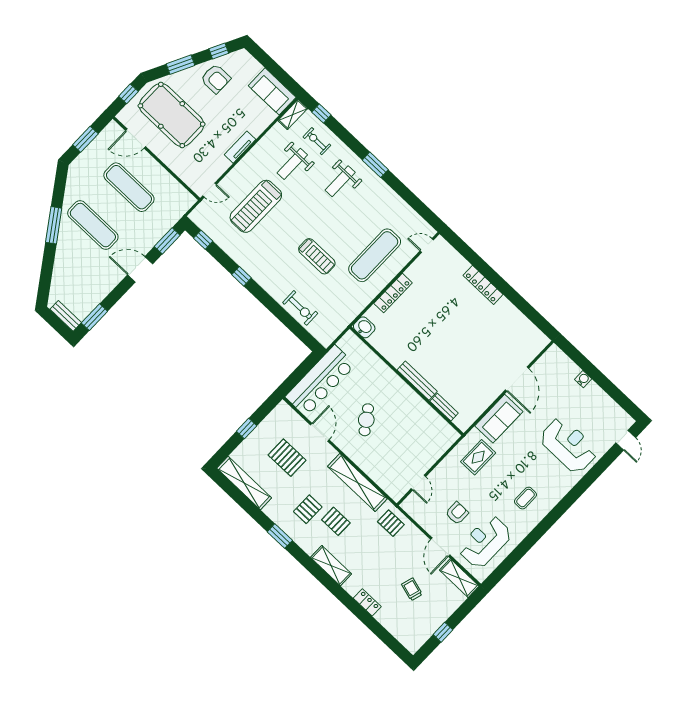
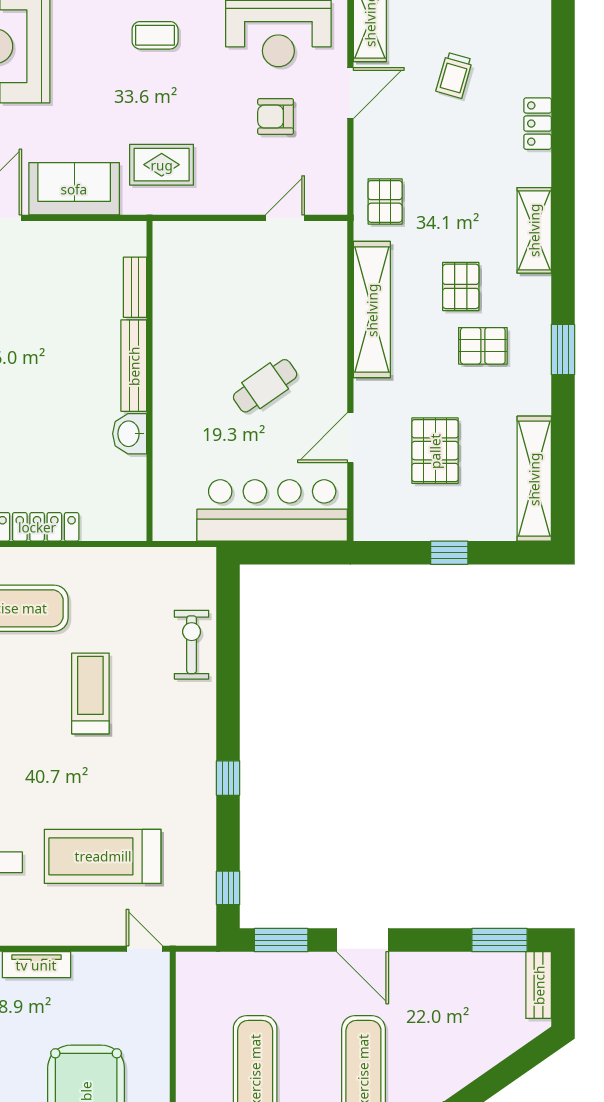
treadmill: (256, 206) -> (103, 856), turned 180
washbasin: (364, 327) -> (130, 434), moved

